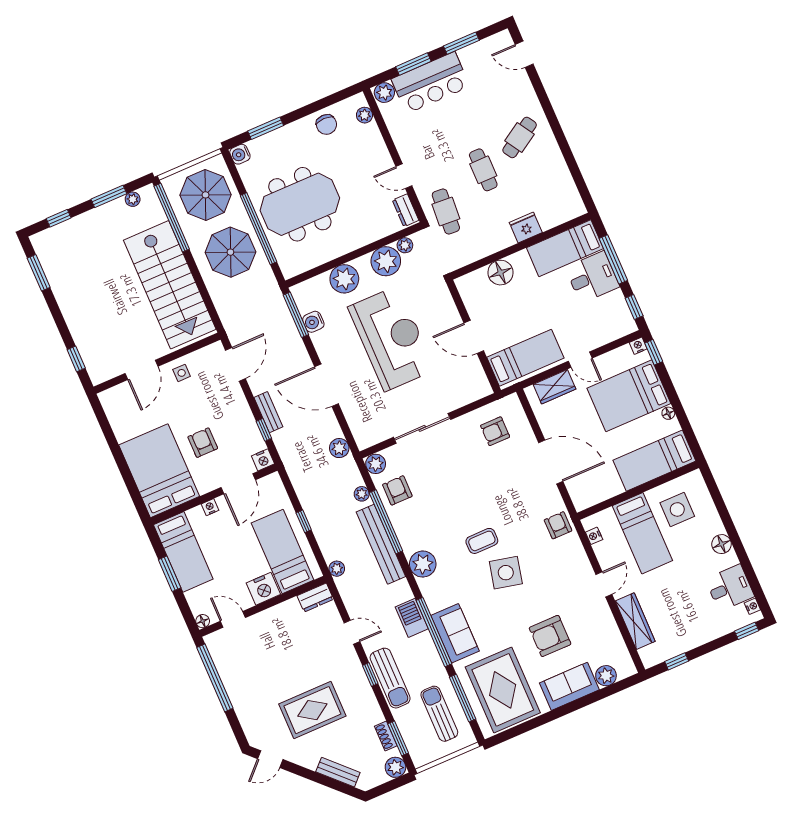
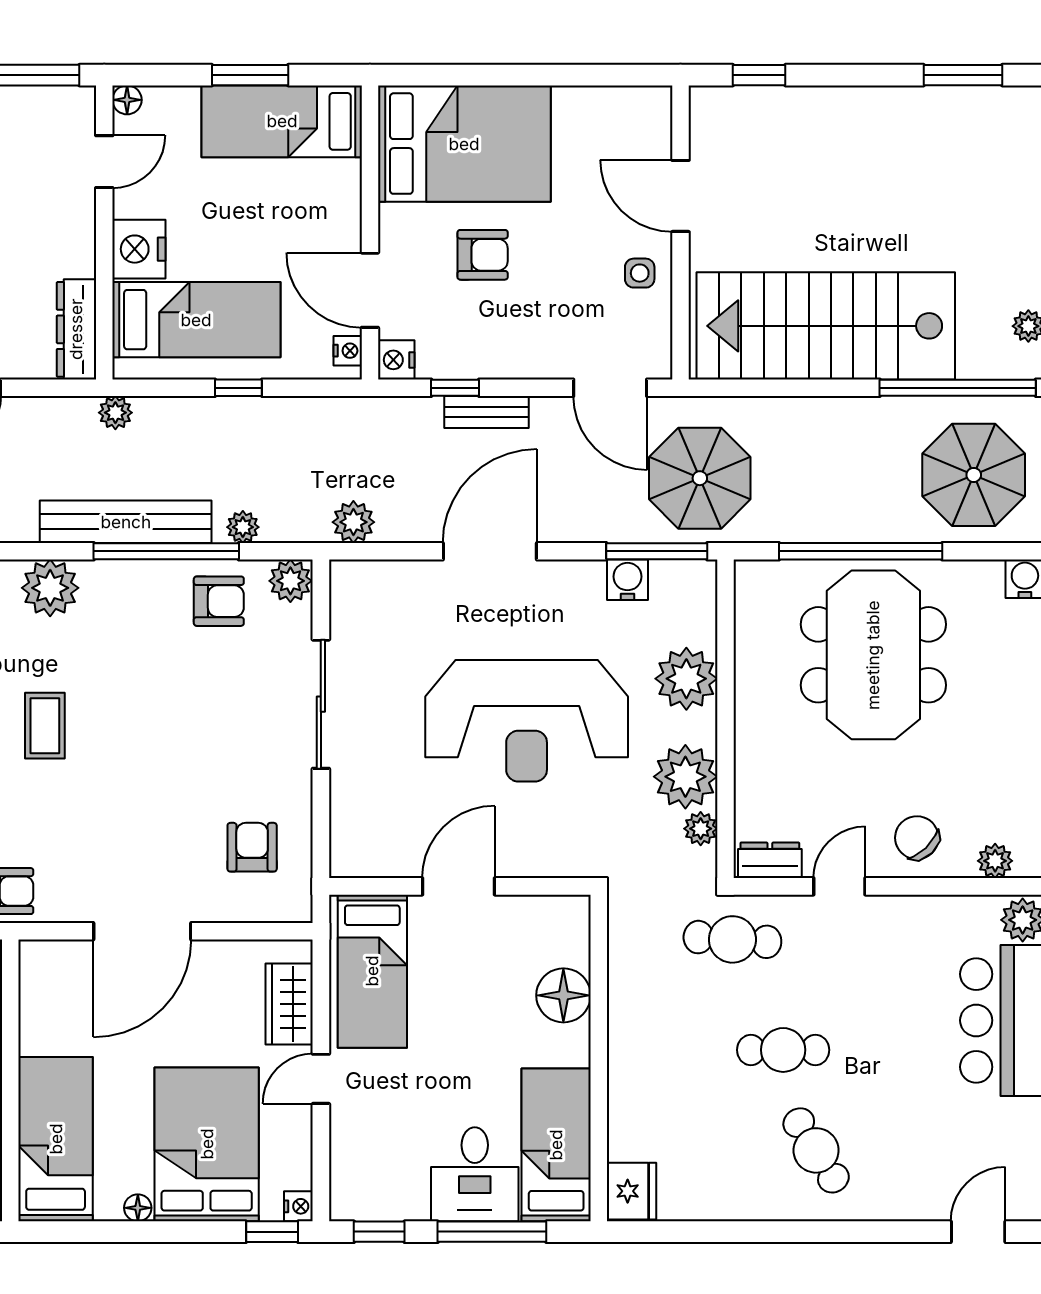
chair: (326, 125) -> (917, 838), moved, turned 46
fridge: (526, 227) -> (632, 1191), moved
parasol: (230, 252) -> (700, 478), moved
nightstand: (210, 507) -> (348, 351), moved
dresser: (315, 598) -> (76, 329), width x1.44

